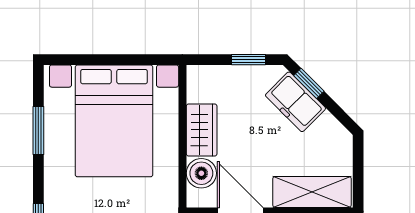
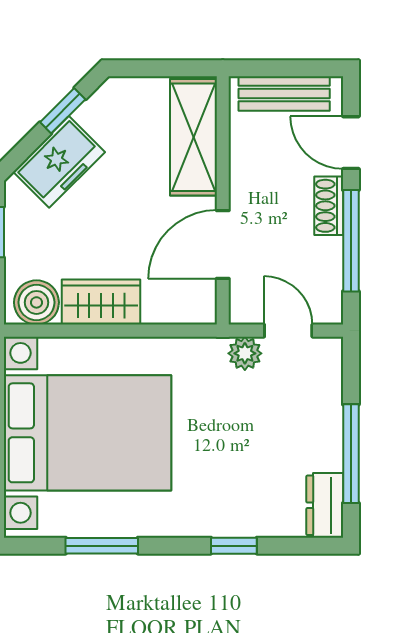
window: (309, 83) -> (63, 111), moved
boiler: (201, 173) -> (36, 302), moved

